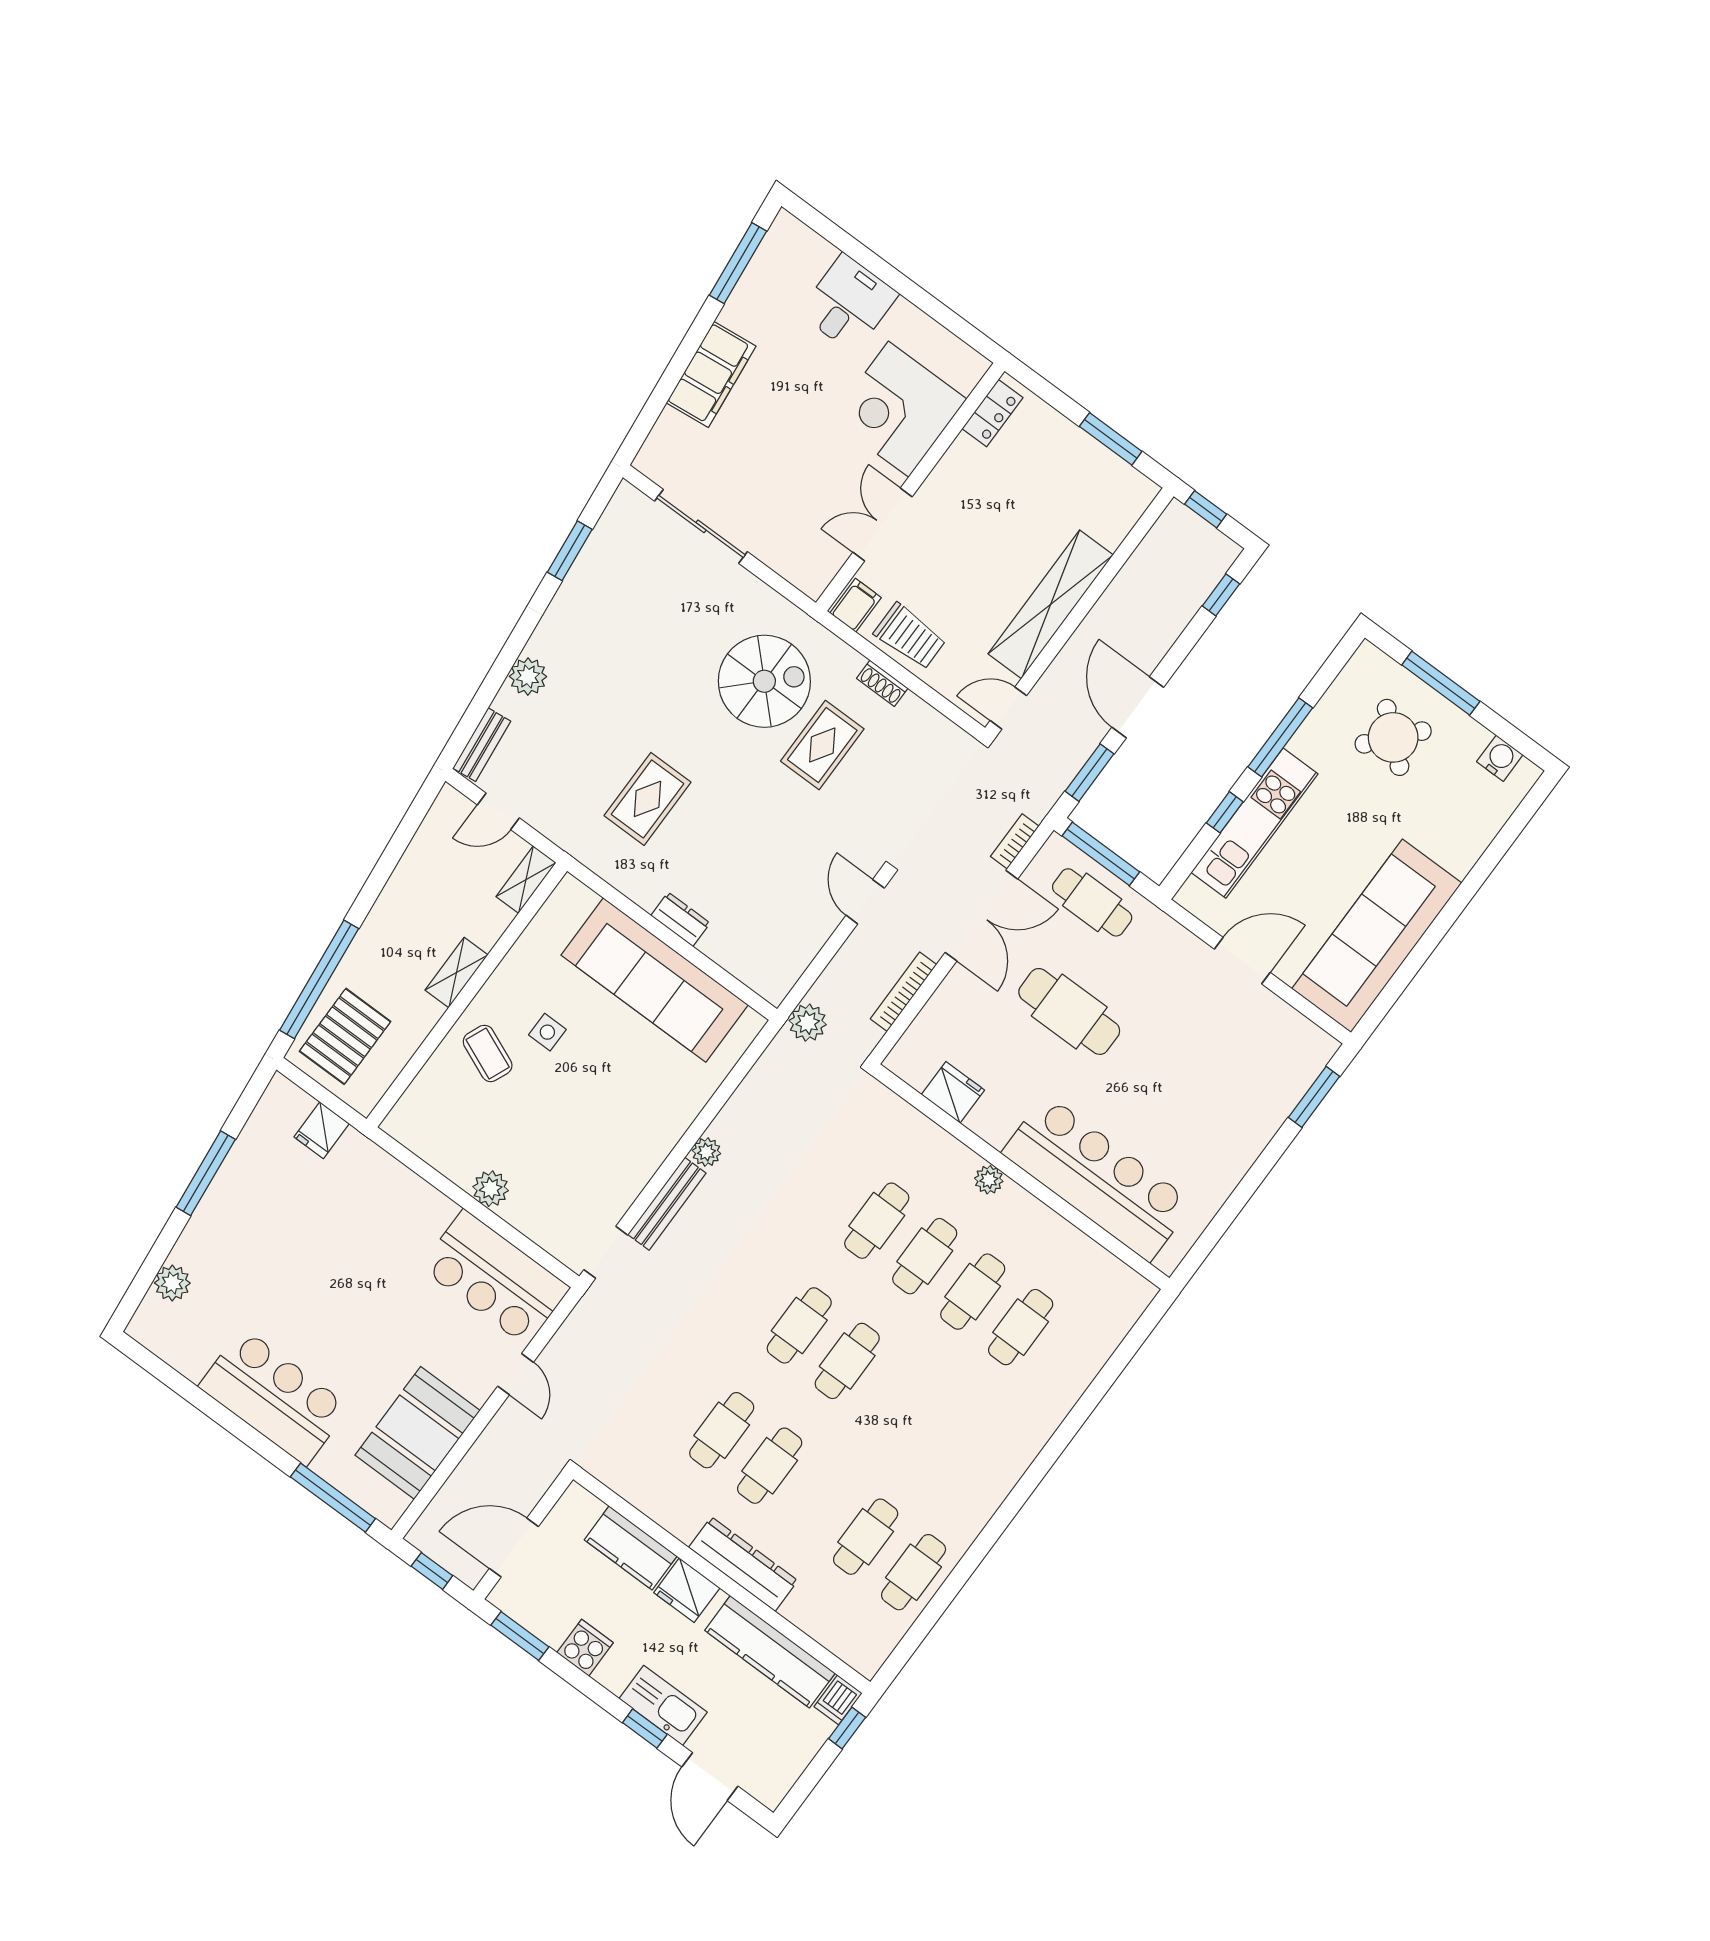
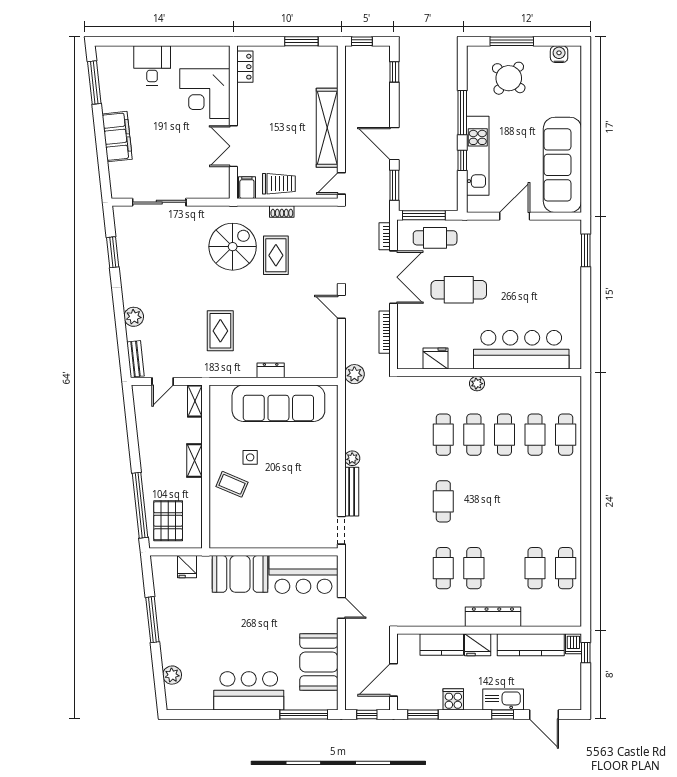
plant: (491, 1189) -> (274, 539), removed
booth: (396, 1203) -> (240, 574), added
cafe table: (847, 1361) -> (566, 435), moved

